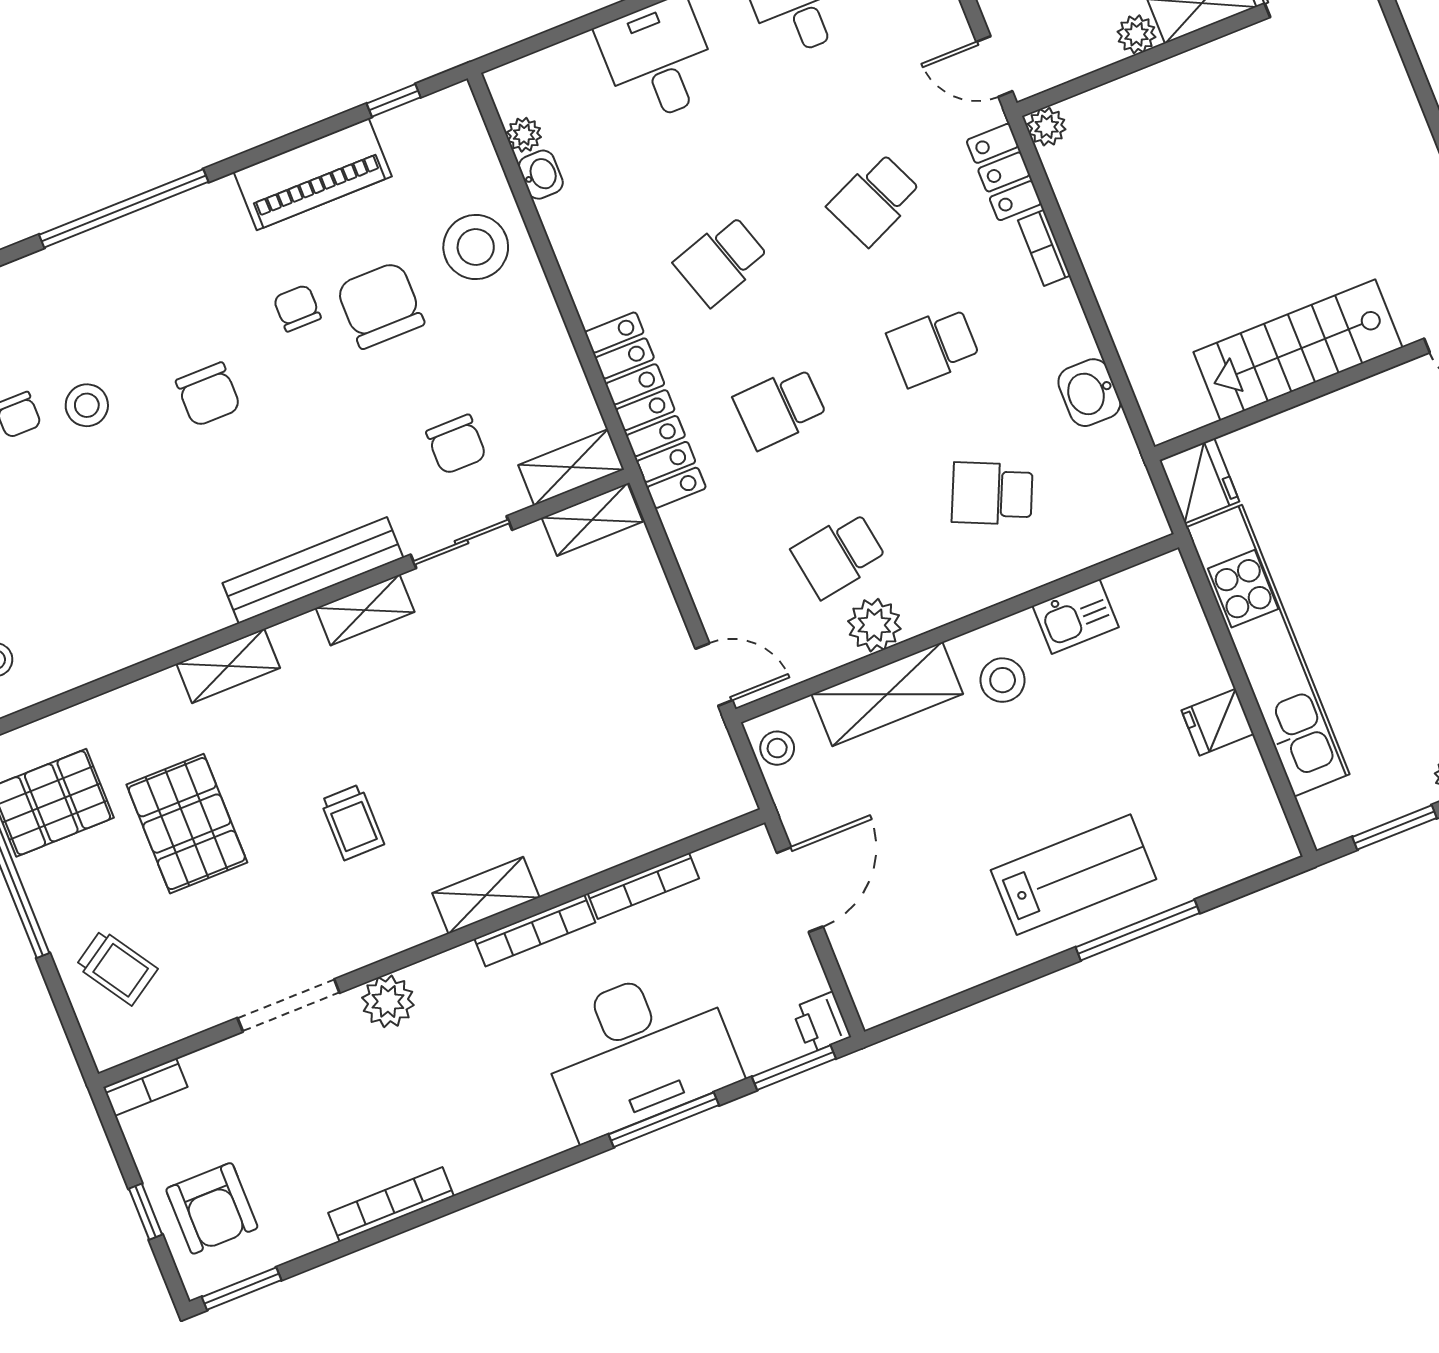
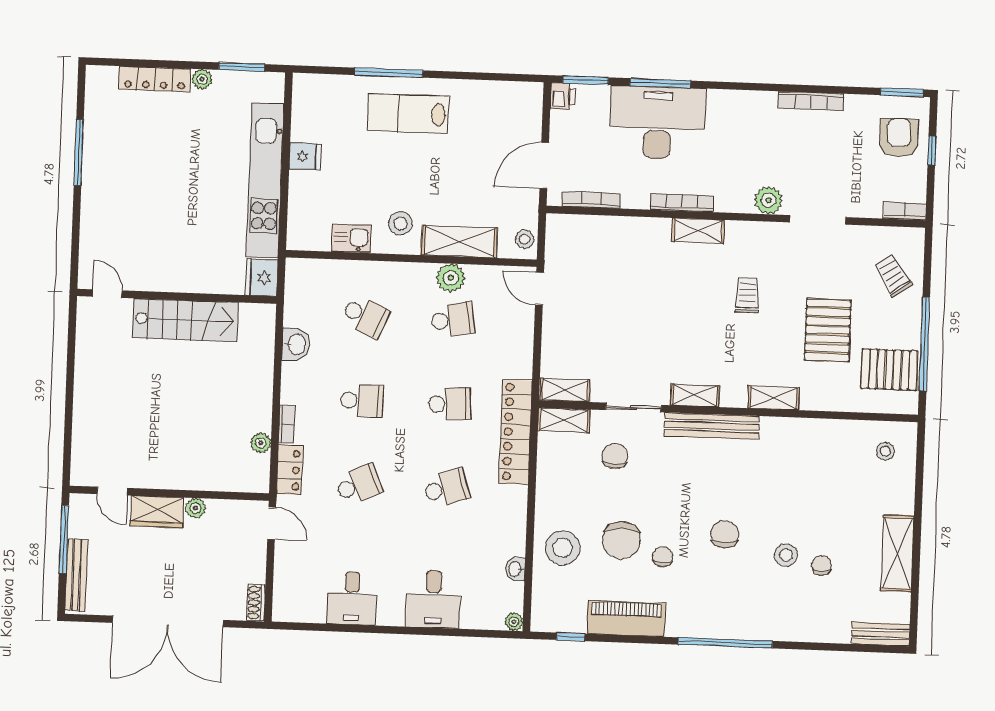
plant: (1047, 127) -> (261, 443), moved
plant: (524, 135) -> (514, 622), moved
chair: (297, 308) -> (663, 557), turned 180
bookcase: (643, 886) -> (591, 200), moved

